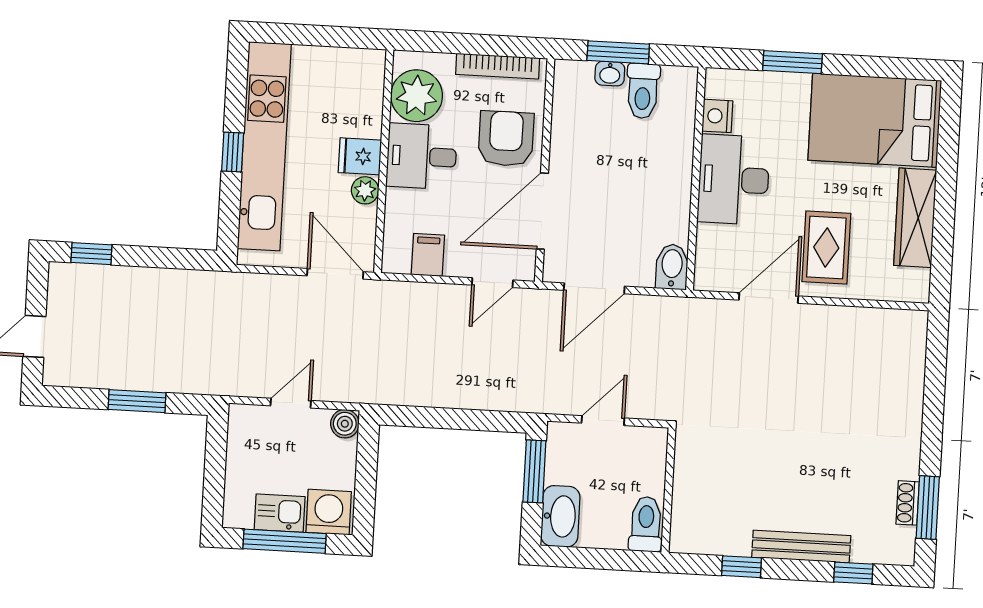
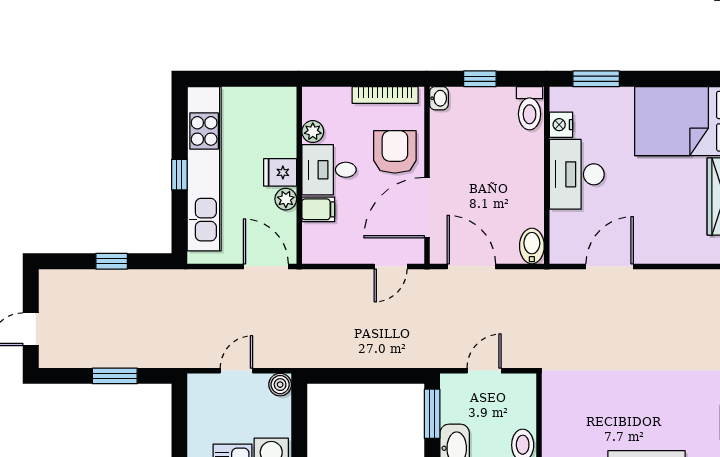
window: (618, 52) -> (480, 79), width x0.67
window: (792, 62) -> (596, 79), moved
washbasin: (610, 74) -> (439, 98), moved, turned -90
toilet: (643, 91) -> (530, 108), moved
plant: (417, 96) -> (313, 132), width x0.53, depth x0.53
rug: (826, 247) -> (653, 224), removed
window: (91, 254) -> (112, 261), moved
filing cabinet: (428, 255) -> (318, 209), moved, turned 90
door: (594, 288) -> (471, 266), swing flipped

